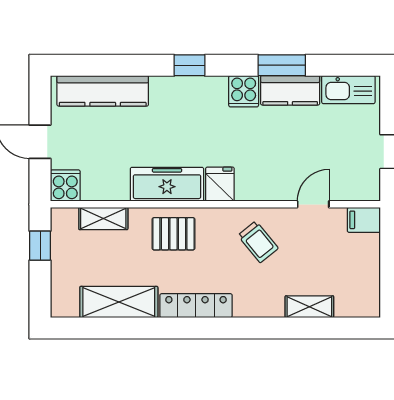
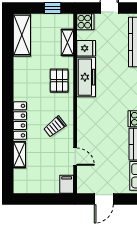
fridge: (220, 184) -> (86, 48), moved
shelving: (119, 302) -> (22, 35), moved
locker: (196, 306) -> (20, 121), moved

